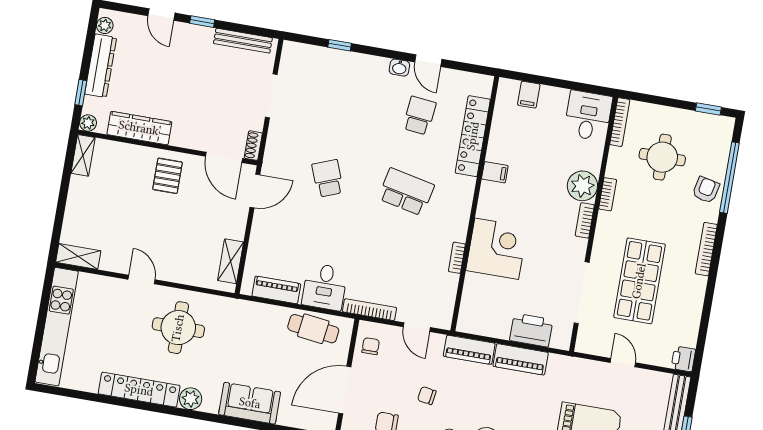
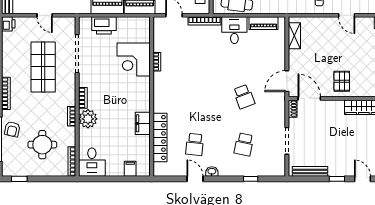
filing cabinet: (495, 172) -> (143, 123), width x2.00
school desk: (406, 192) -> (244, 144), moved, width x0.54
corner desk: (497, 249) -> (134, 60), moved

